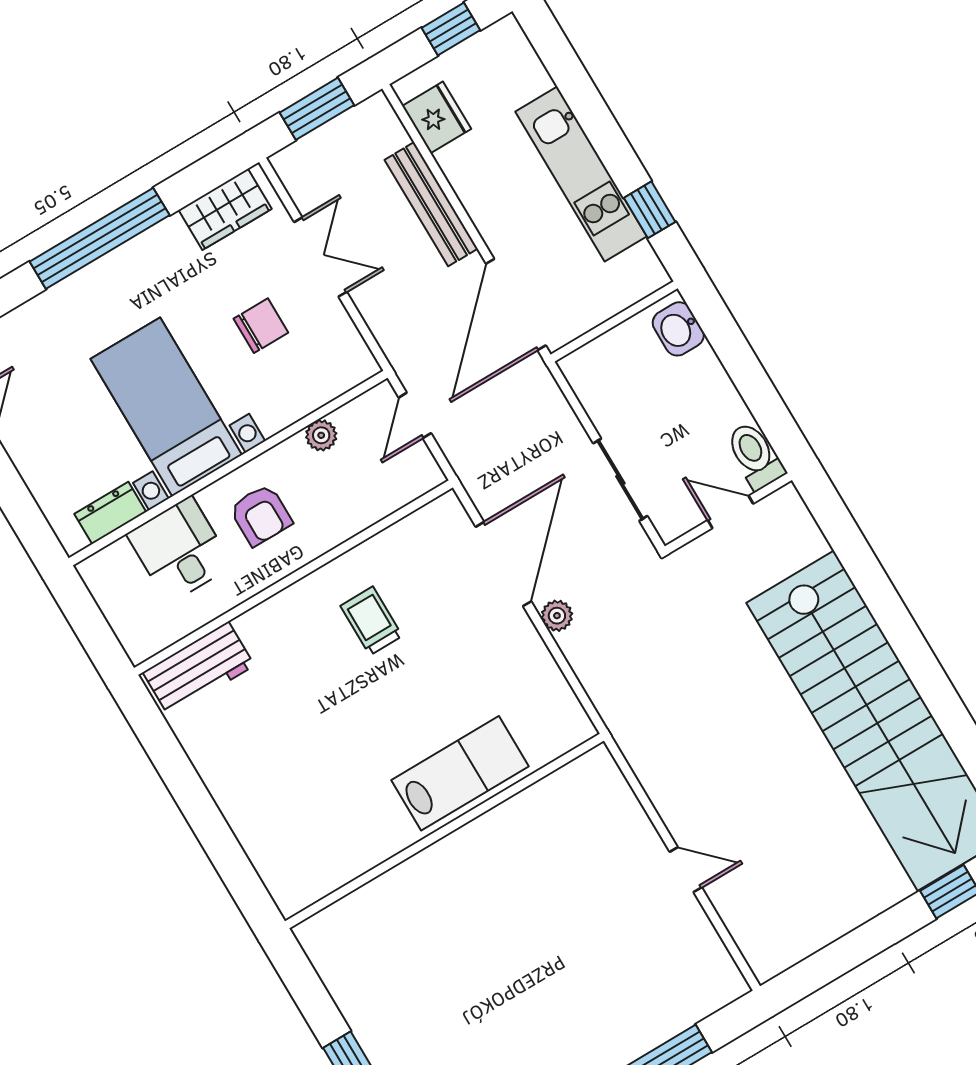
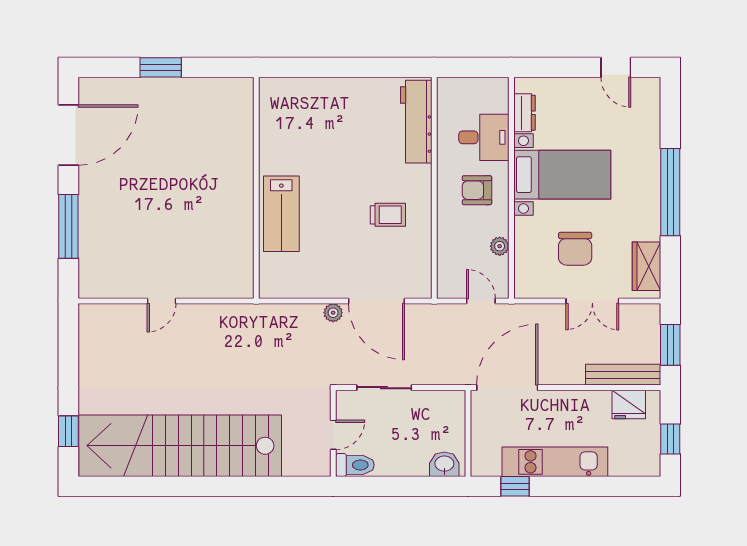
bench: (431, 204) -> (623, 375), moved
door: (516, 305) -> (507, 388), hinge flipped
chair: (261, 326) -> (575, 249), width x1.37, depth x1.37
workbench: (199, 669) -> (416, 122), width x1.38

